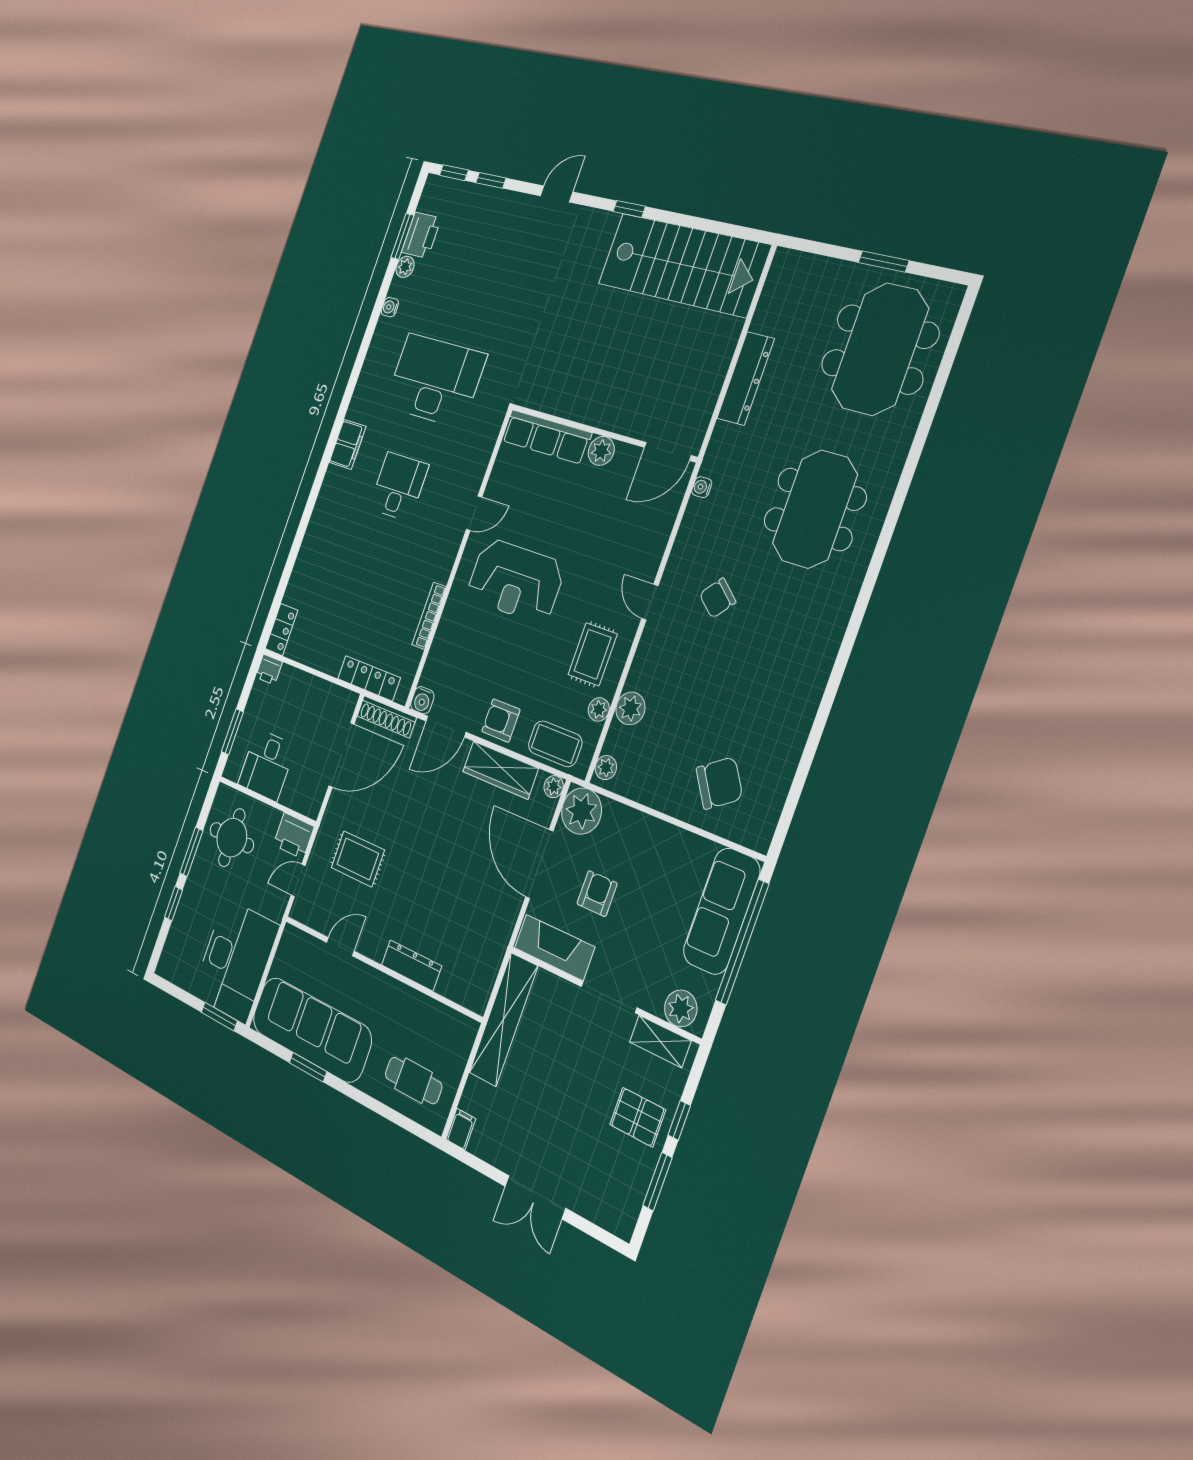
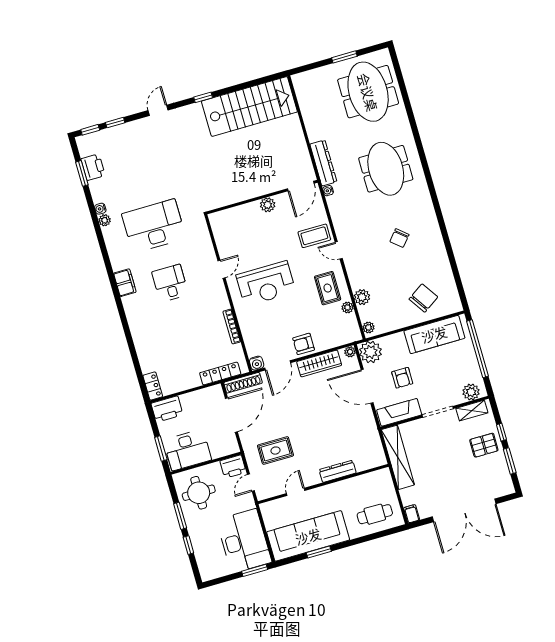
plant: (405, 267) -> (105, 220), moved
dresser: (746, 379) -> (323, 163), moved
row of seats: (546, 437) -> (235, 215), removed
chair: (718, 598) -> (399, 238), moved
printer: (269, 669) -> (167, 409), width x1.87, depth x1.48
coffee table: (555, 744) -> (314, 236), moved
desk: (267, 765) -> (187, 450), width x1.37
armchair: (597, 894) -> (402, 378), turned 180
sofa: (722, 911) -> (434, 334), moved, turned -90
double door: (535, 1197) -> (464, 510), width x1.87

